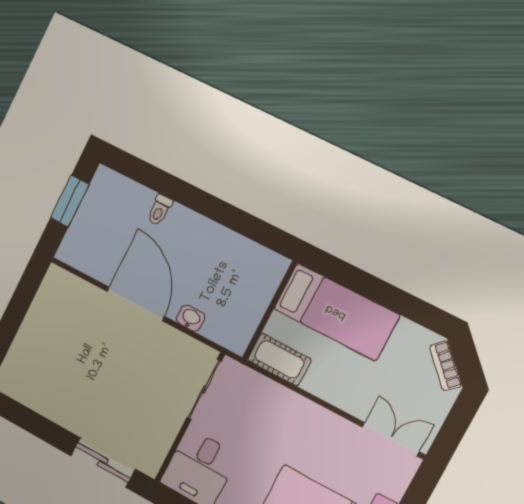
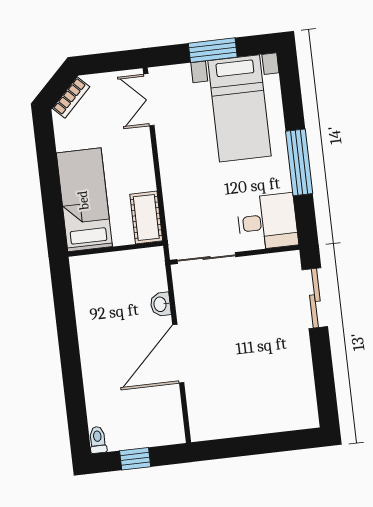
window: (70, 201) -> (135, 459), width x0.67
toilet: (160, 210) -> (98, 440), moved, turned -90

